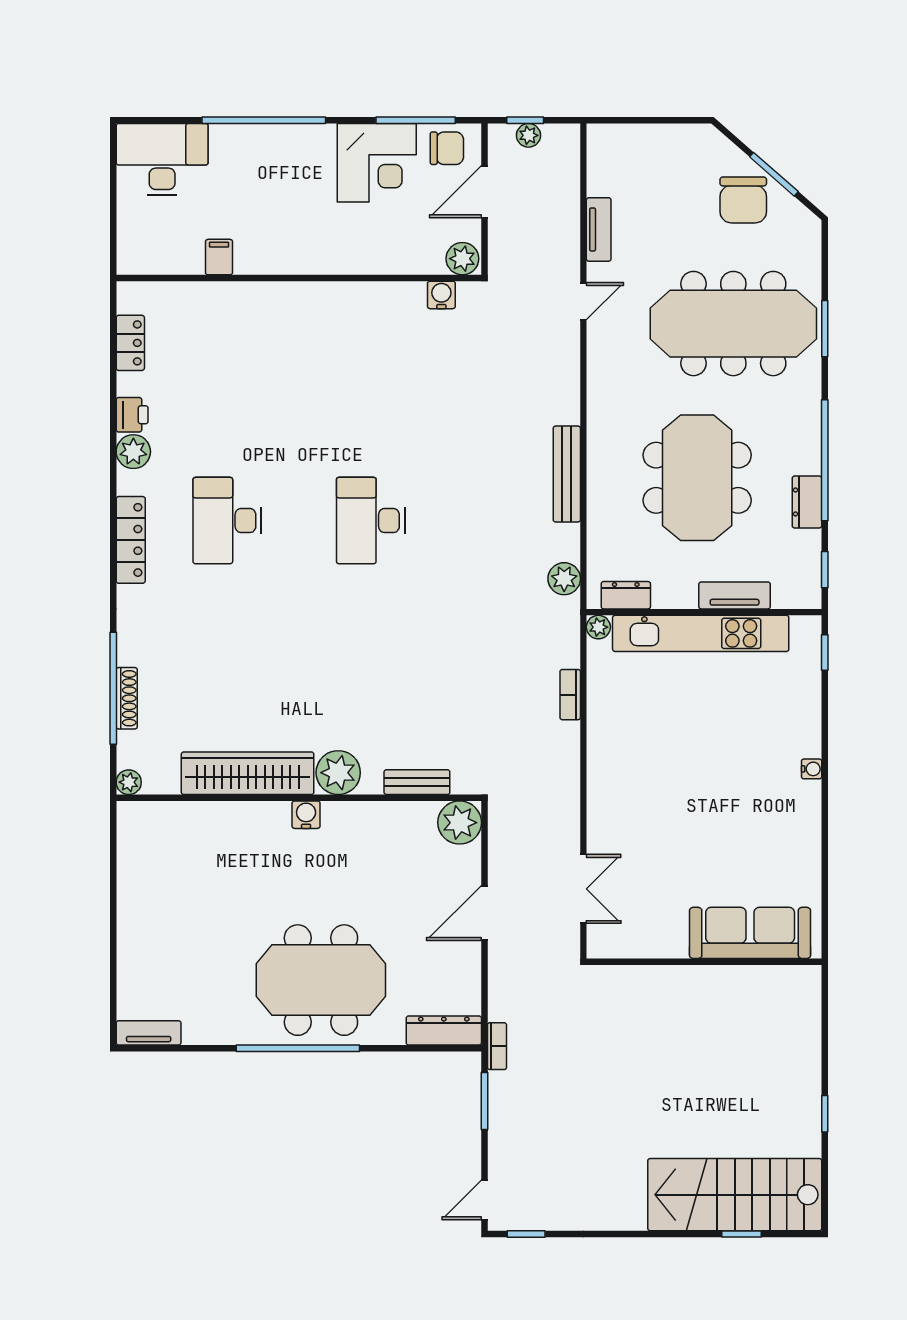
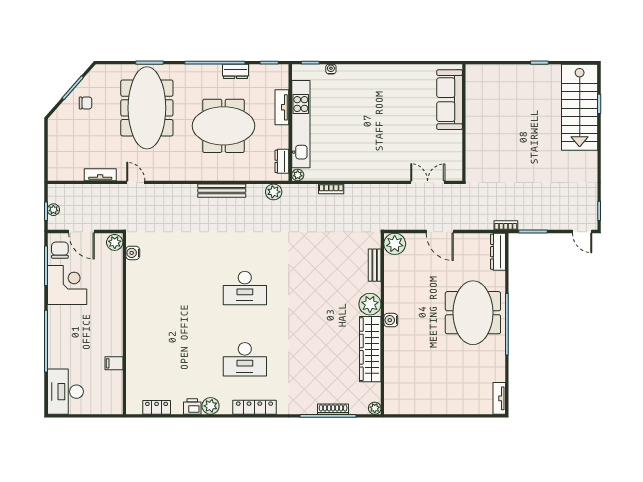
chair: (743, 200) -> (86, 103), width x0.54, depth x0.54
water cooler: (812, 769) -> (331, 69), moved

